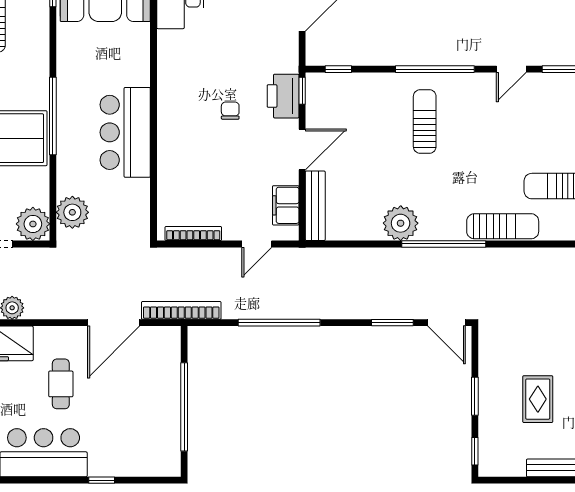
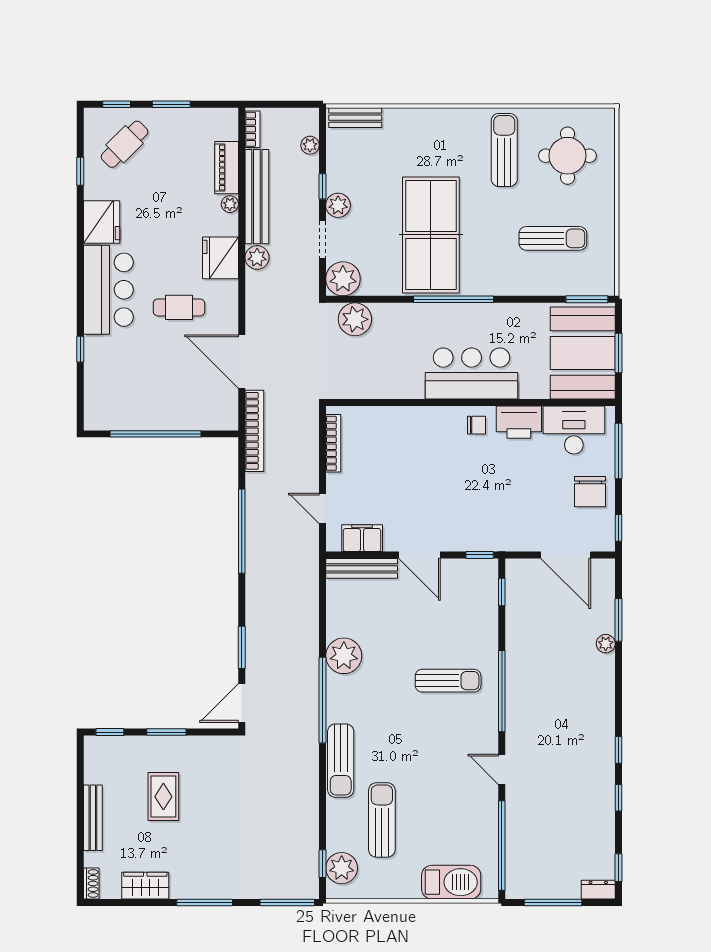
printer: (283, 96) -> (519, 422), moved, turned 180
chair: (230, 111) -> (476, 425), moved
bar counter: (125, 132) -> (472, 373), moved
rug: (538, 399) -> (163, 797), turned 90

